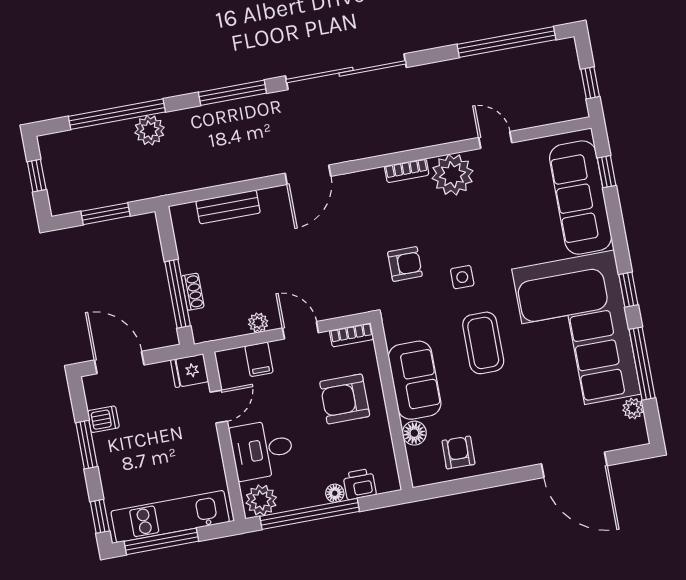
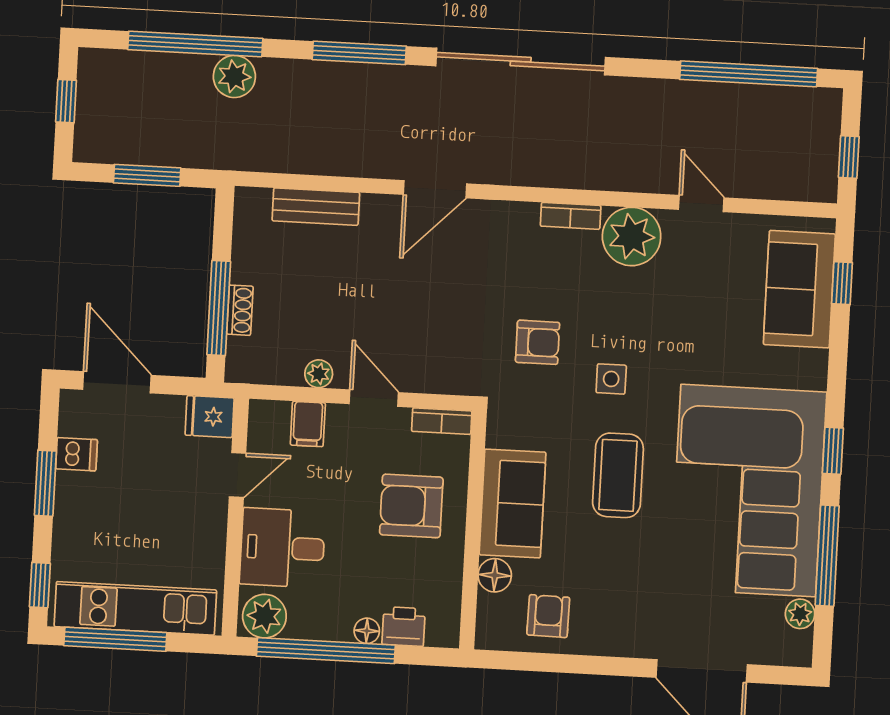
sofa: (581, 198) -> (799, 289), width x0.73

